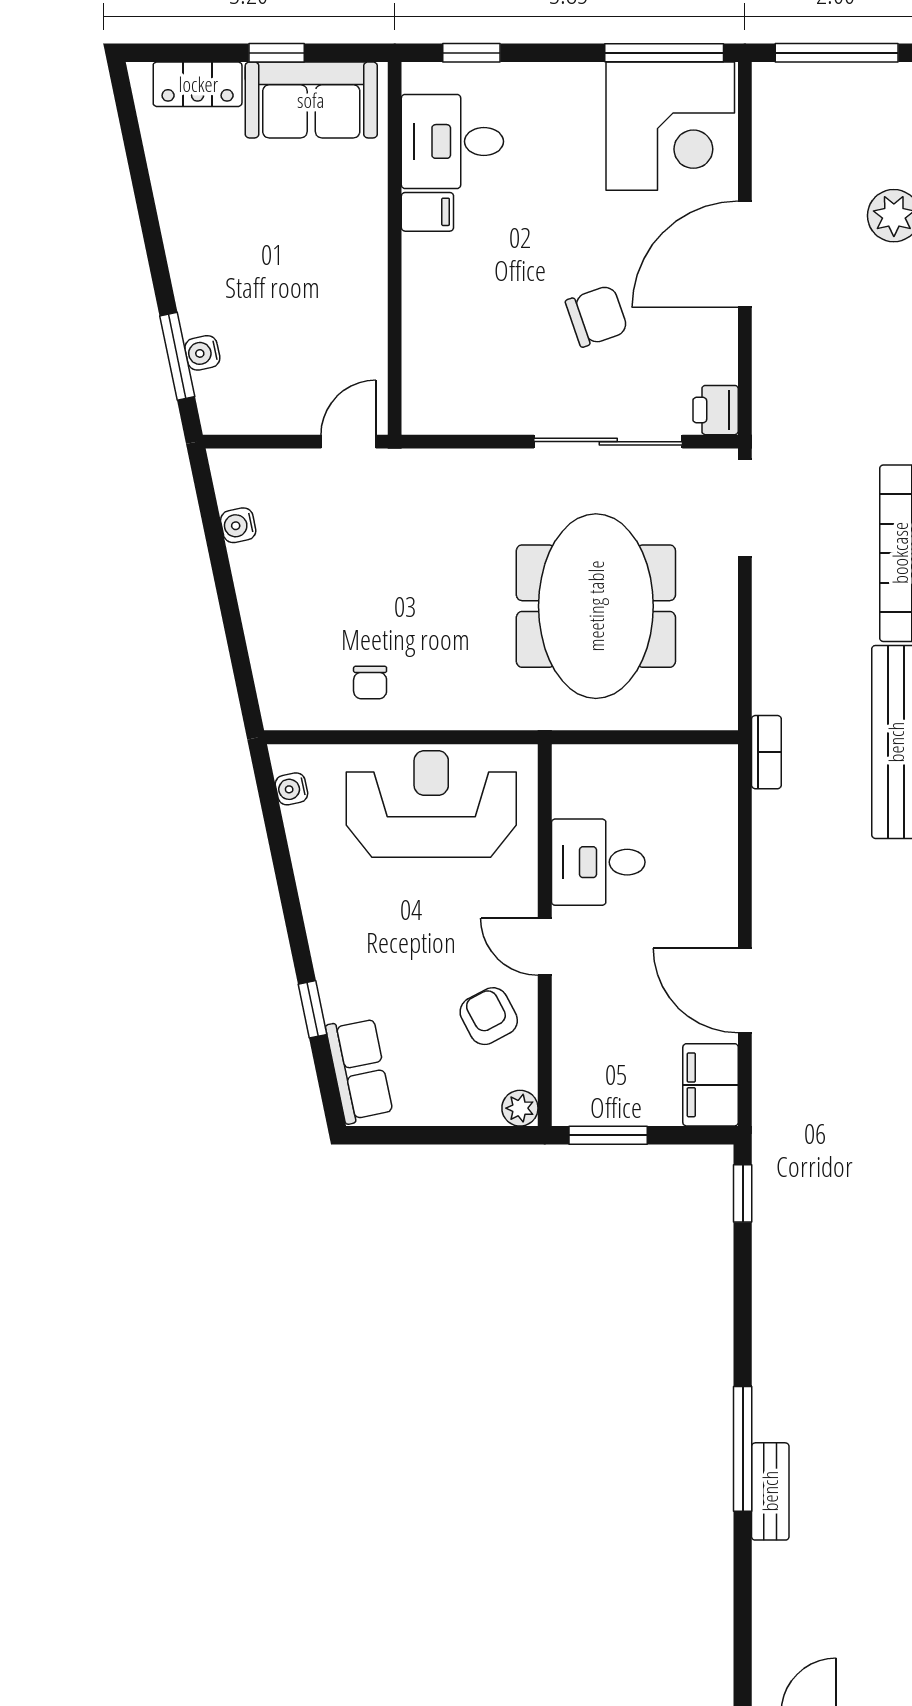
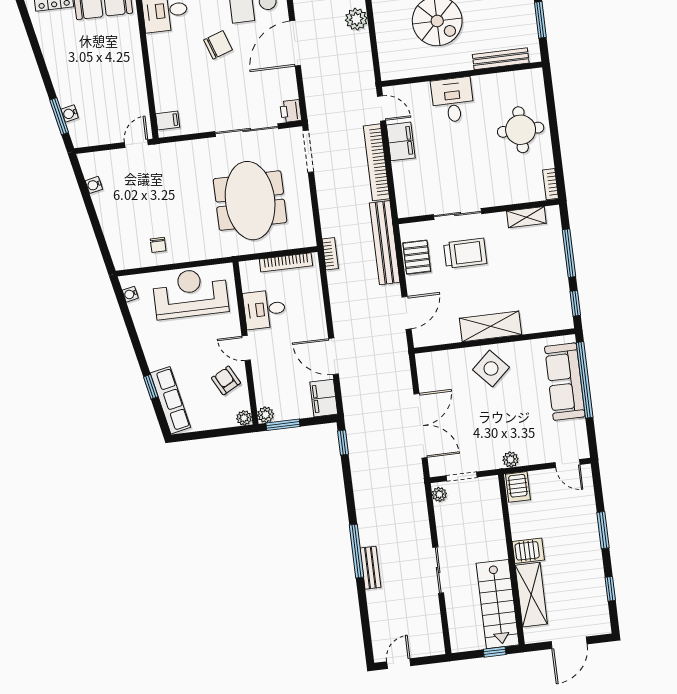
filing cabinet: (427, 212) -> (168, 120), moved
chair: (597, 316) -> (218, 45), moved
bookcase: (661, 760) -> (286, 262), added
row of seats: (359, 1070) -> (170, 400), width x1.48
plant: (571, 1107) -> (266, 415), added

